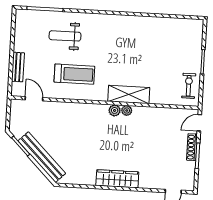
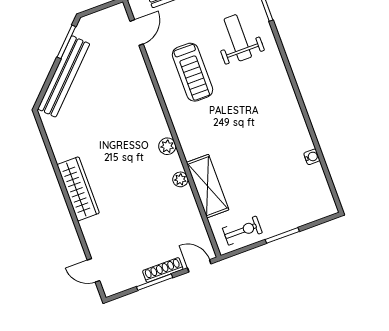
water cooler: (161, 21) -> (312, 157), added
shelving: (129, 94) -> (208, 186), moved
plant: (127, 111) -> (180, 179), moved

